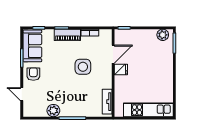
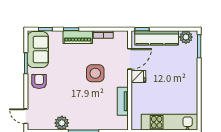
kitchen counter: (137, 36) -> (157, 38), added
door: (22, 94) -> (26, 116), moved
tv unit: (107, 102) -> (123, 101), moved

